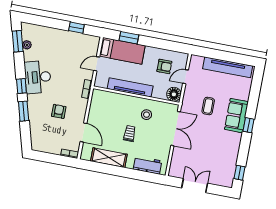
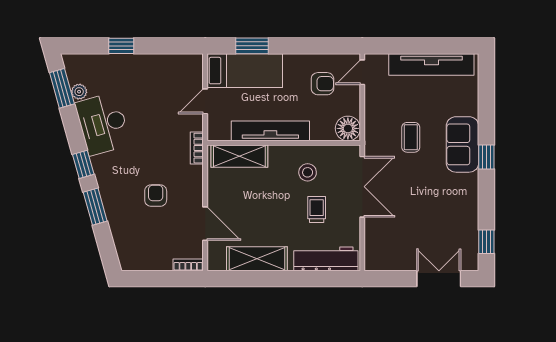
window: (76, 28) -> (121, 46), moved
desk: (38, 77) -> (103, 124), moved
door: (186, 77) -> (362, 72), moved
shelving: (110, 98) -> (239, 156), added
trolley: (130, 134) -> (317, 209), moved
workbench: (148, 165) -> (326, 259), width x1.38
double door: (195, 186) -> (439, 279), moved

